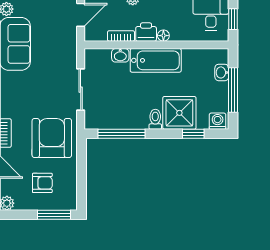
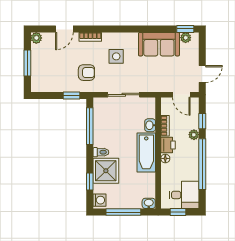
washbasin: (222, 72) -> (149, 203), moved
side table: (31, 99) -> (116, 56), added
armchair: (52, 138) -> (86, 73), width x0.53, depth x0.53
window: (82, 157) -> (72, 95), added
armchair: (42, 183) -> (52, 65), removed
window: (54, 215) -> (27, 63), moved

